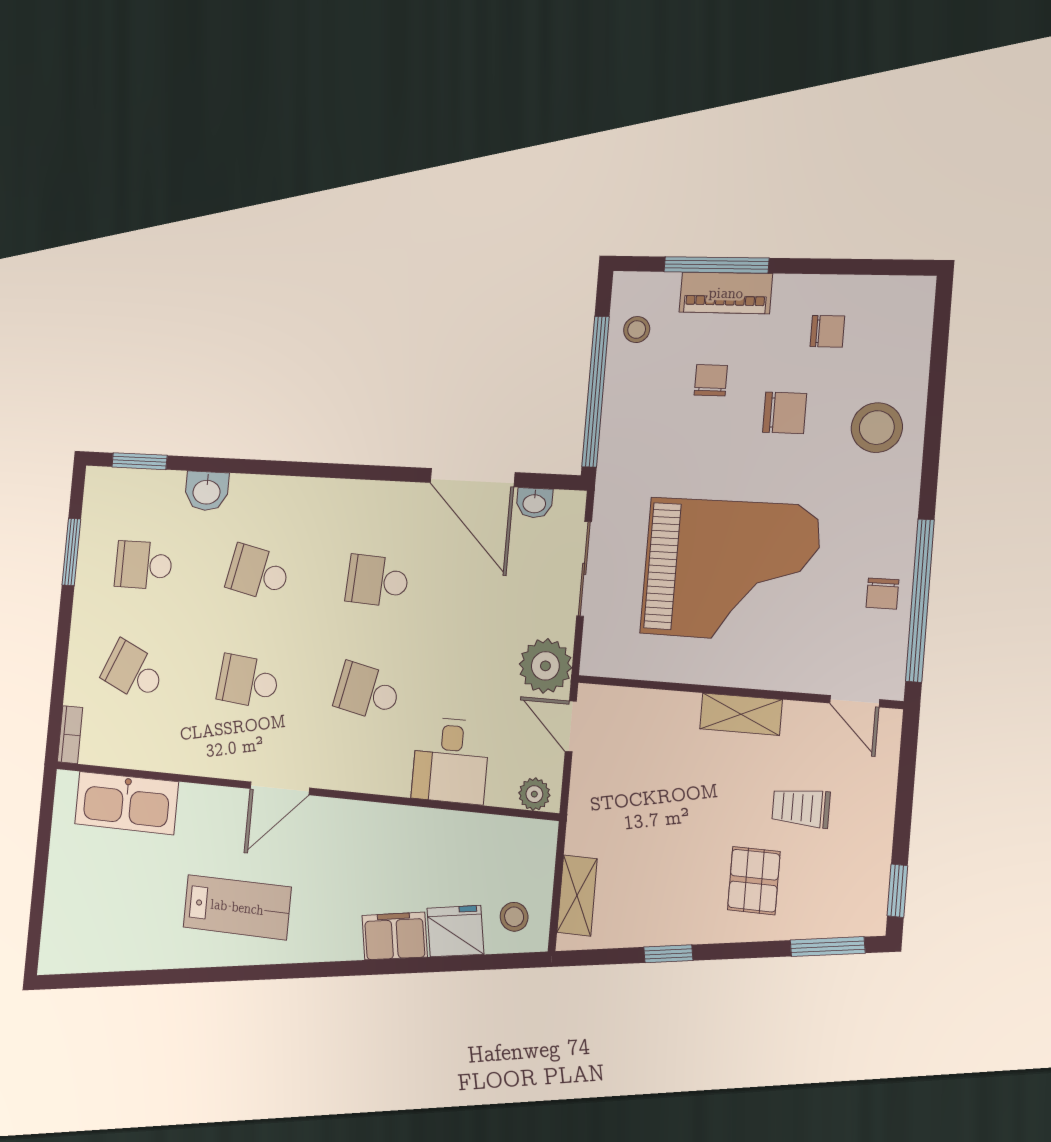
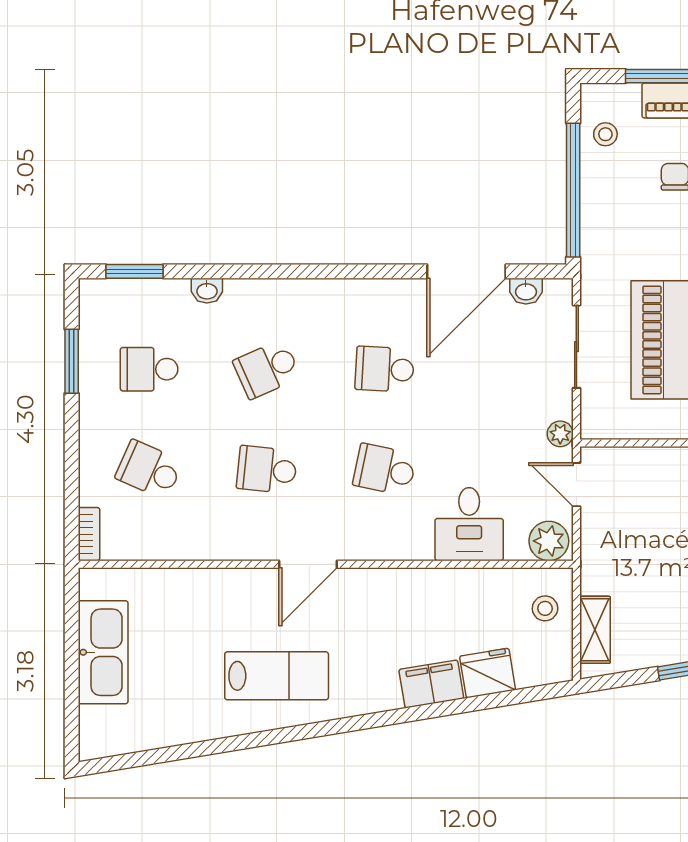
door: (472, 478) -> (466, 271), hinge flipped
washbasin: (207, 491) -> (207, 291), width x0.72, depth x0.69
school desk: (258, 573) -> (267, 369), turned -36
plant: (545, 666) -> (560, 434), width x0.53, depth x0.53
plant: (534, 794) -> (549, 541), width x1.38, depth x1.38
kitchen sink: (126, 803) -> (103, 652), moved, turned -90
stool: (514, 917) -> (545, 608), moved

